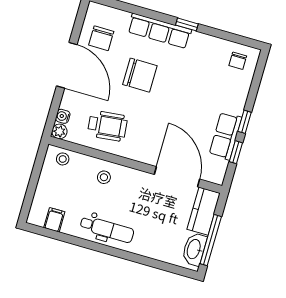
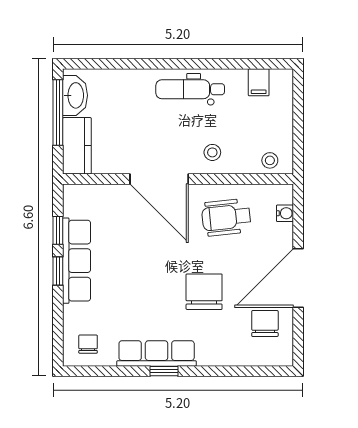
row of seats: (159, 31) -> (157, 353), moved
door: (67, 65) -> (298, 278), hinge flipped
chair: (140, 75) -> (204, 292), turned 90
plant: (59, 131) -> (284, 193), removed
row of seats: (225, 136) -> (77, 261), width x1.48
door: (177, 177) -> (159, 179), moved

